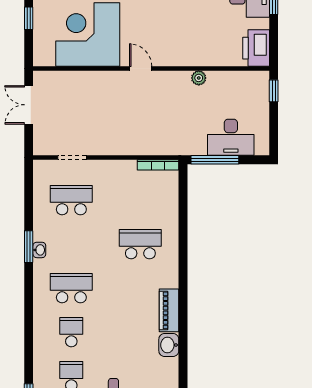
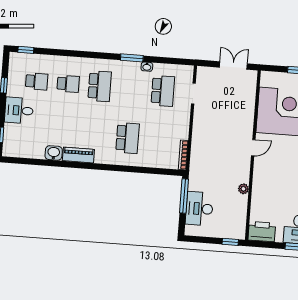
washbasin: (39, 250) -> (147, 67), moved

